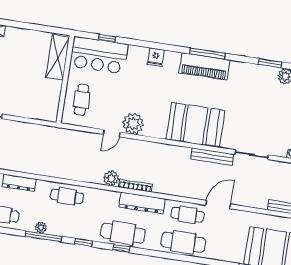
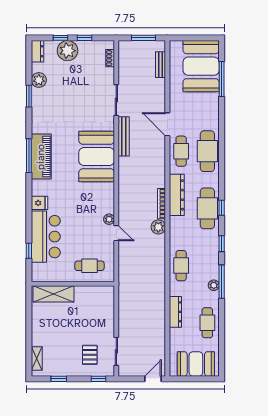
bar counter: (99, 55) -> (46, 237), moved
plant: (133, 124) -> (109, 219), width x0.53, depth x0.53

